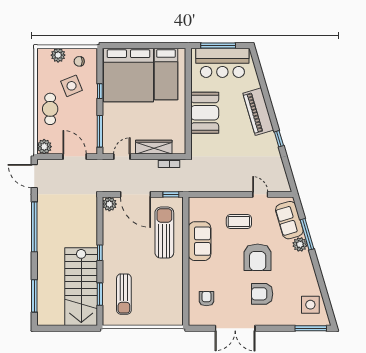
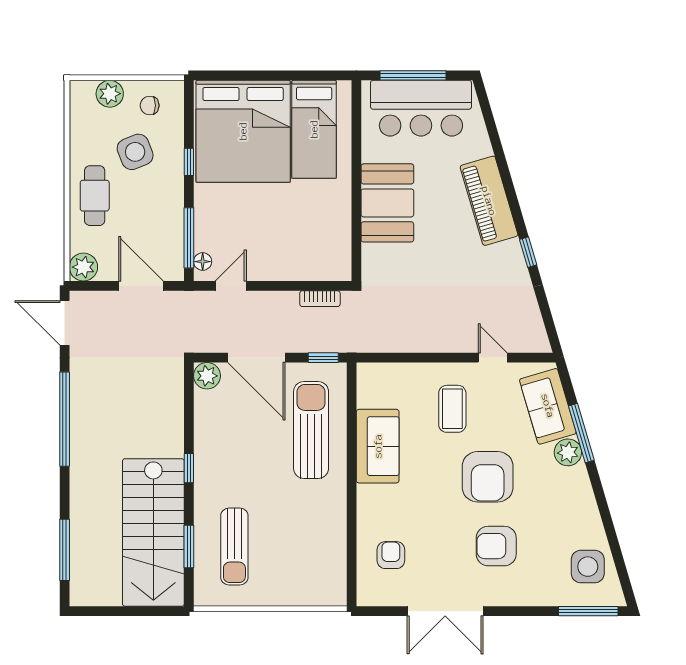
floor lamp: (107, 144) -> (203, 262), added
wardrobe: (154, 147) -> (291, 268), removed
coffee table: (239, 221) -> (452, 409), turned 90

